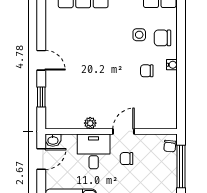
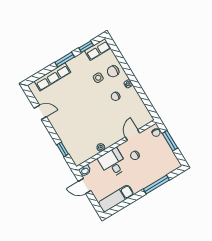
door: (41, 60) -> (40, 112), moved
door: (124, 131) -> (133, 135), moved
door: (41, 159) -> (85, 186), swing flipped
window: (181, 166) -> (170, 141), width x0.69

